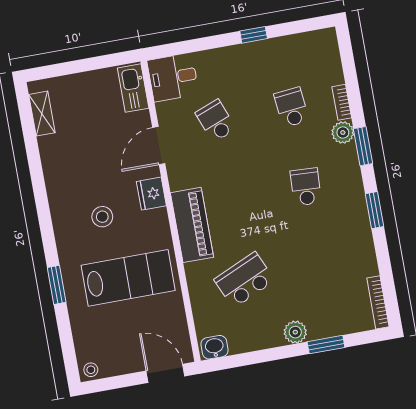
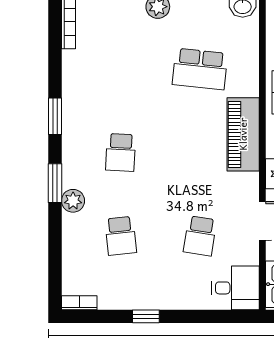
bookcase: (342, 102) -> (79, 303), moved, turned -90
school desk: (216, 121) -> (200, 236), turned 30
school desk: (244, 280) -> (200, 69), turned 30

